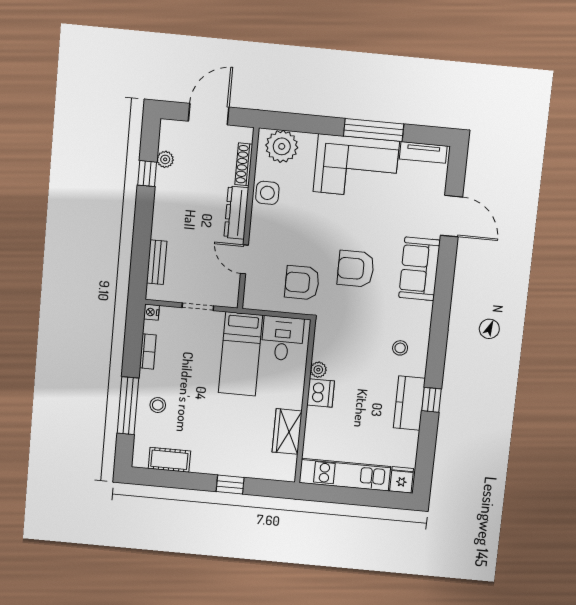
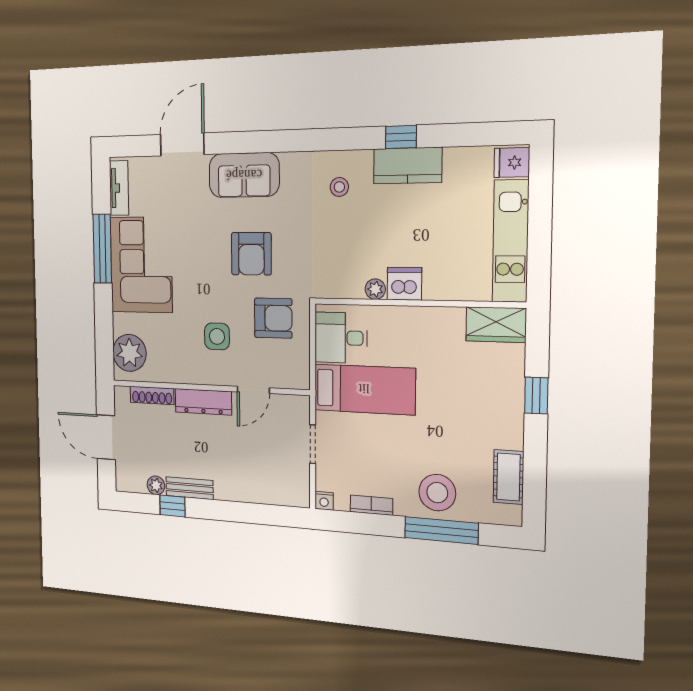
side table: (267, 193) -> (217, 336), moved
bench: (157, 262) -> (189, 488), moved
armchair: (302, 283) -> (273, 318), turned -90
stool: (158, 405) -> (437, 493), width x1.89, depth x1.89
wardrobe: (287, 431) -> (496, 325), moved

